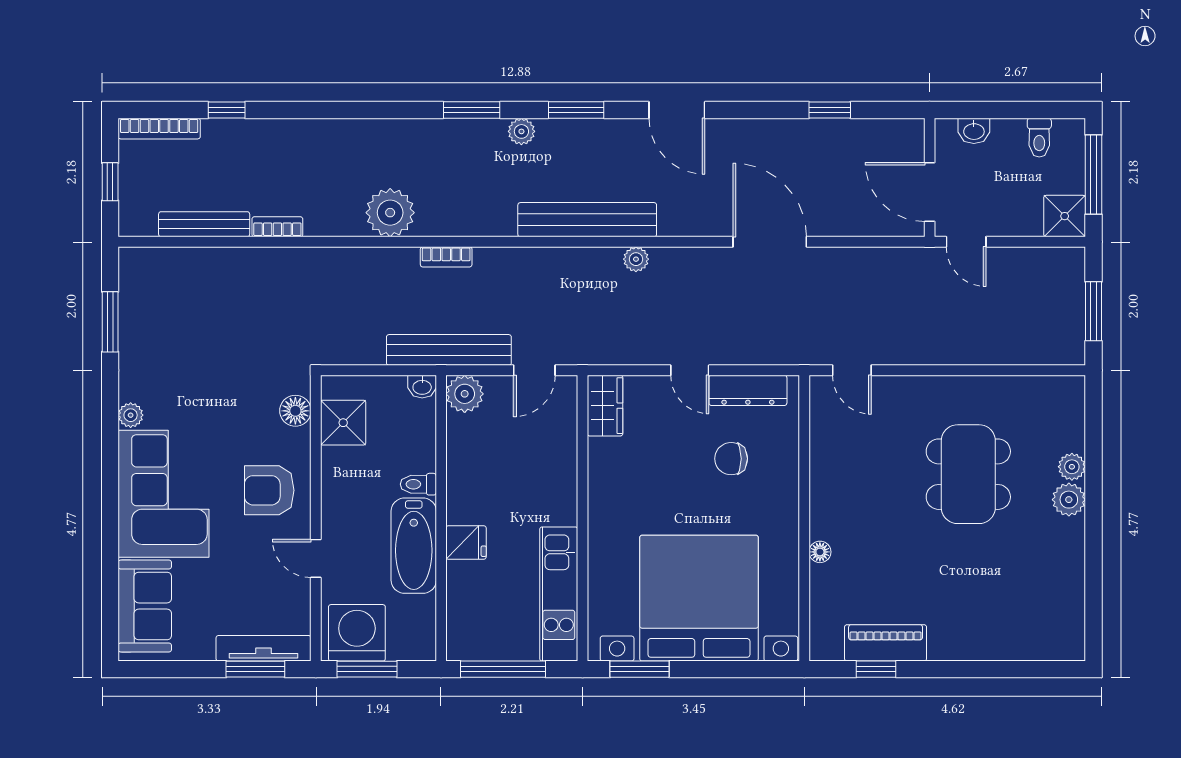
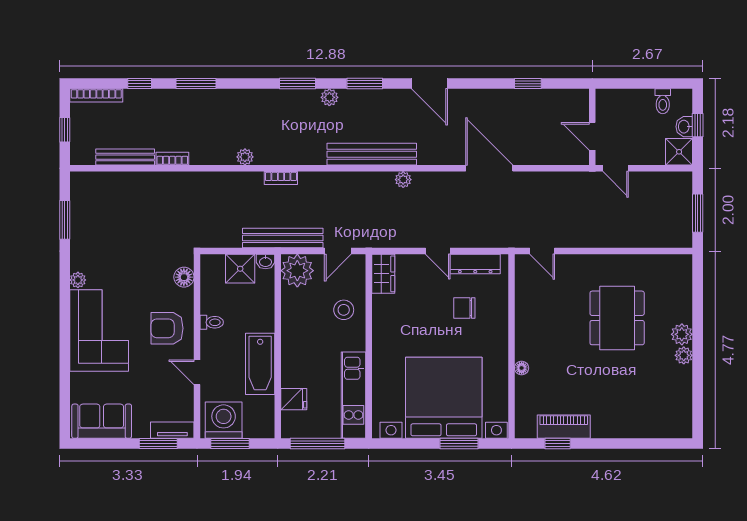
window: (314, 110) -> (196, 84), added
washbasin: (974, 131) -> (684, 127), moved, turned 90
window: (1094, 175) -> (698, 125), width x0.46
door: (930, 192) -> (592, 136), width x0.73
plant: (390, 213) -> (245, 157), width x0.53, depth x0.53
plant: (465, 394) -> (297, 271), width x1.36, depth x1.36
shower: (343, 423) -> (240, 269), moved
stool: (544, 462) -> (344, 310), added
plant: (1072, 467) -> (684, 355), moved
toilet: (418, 484) -> (212, 322), moved, turned 180
fridge: (466, 542) -> (294, 399), moved
sofa: (145, 606) -> (102, 421), moved, turned -90
tv unit: (264, 648) -> (172, 430), width x0.71
window: (640, 669) -> (459, 443), moved

